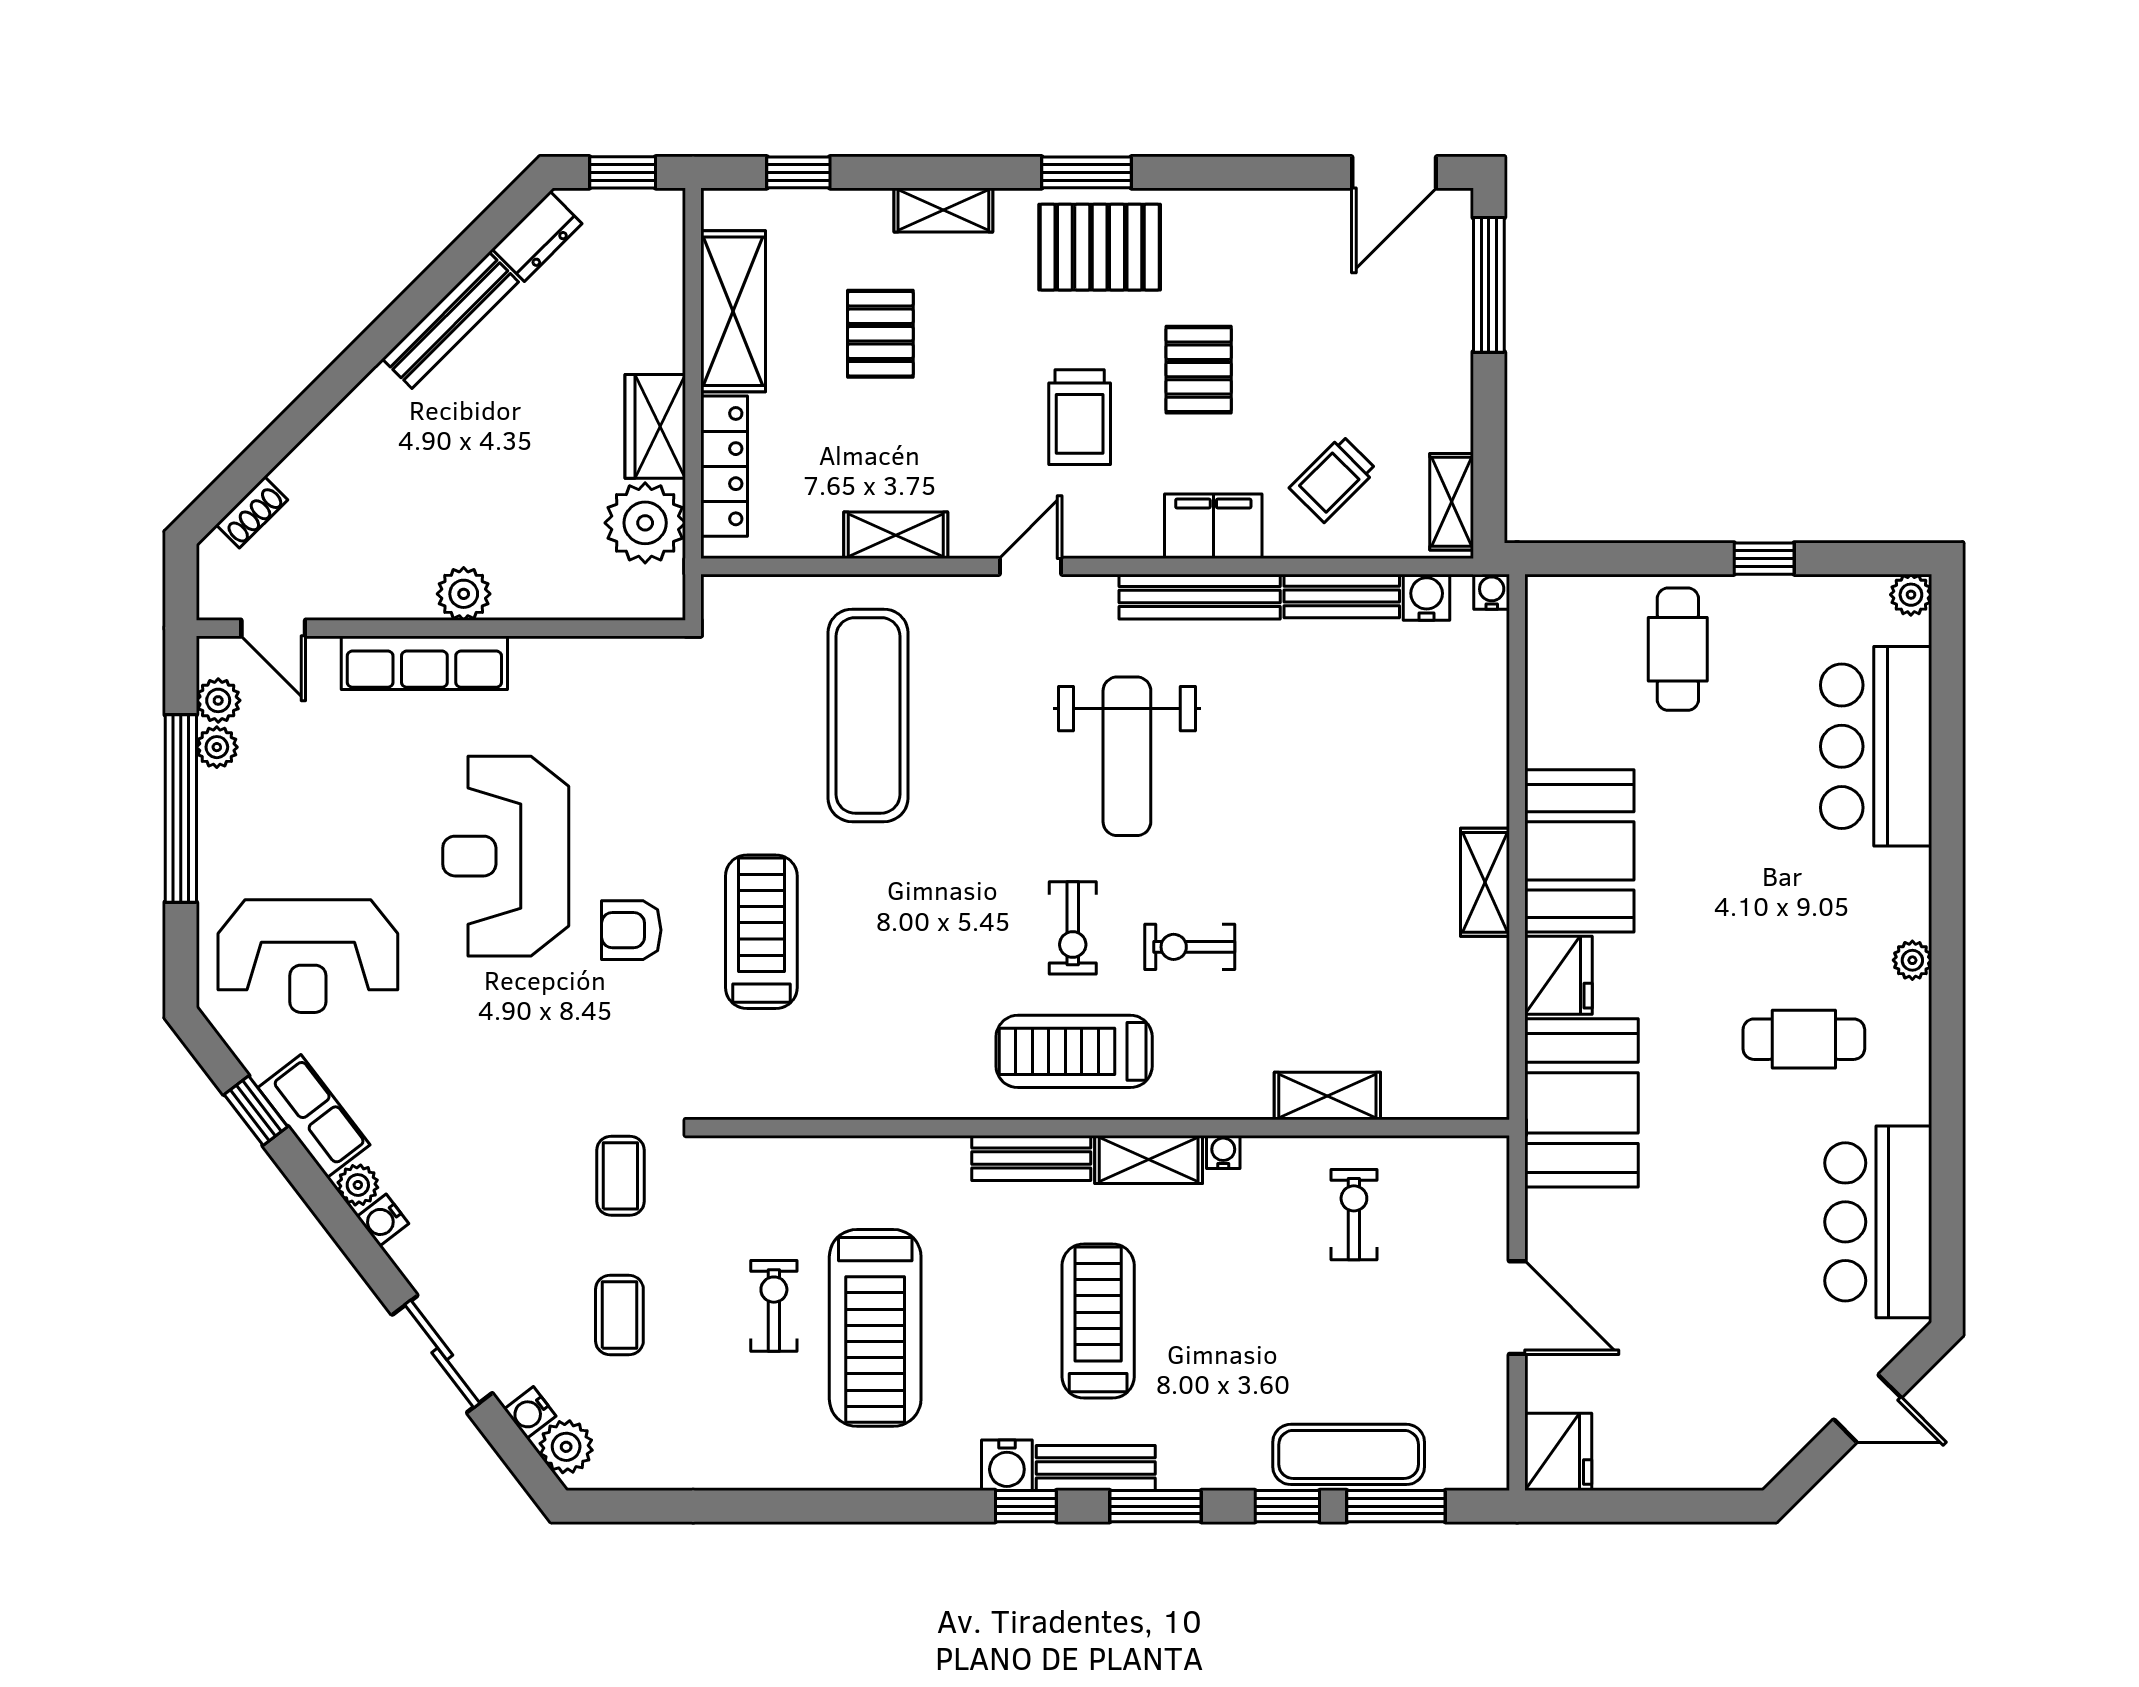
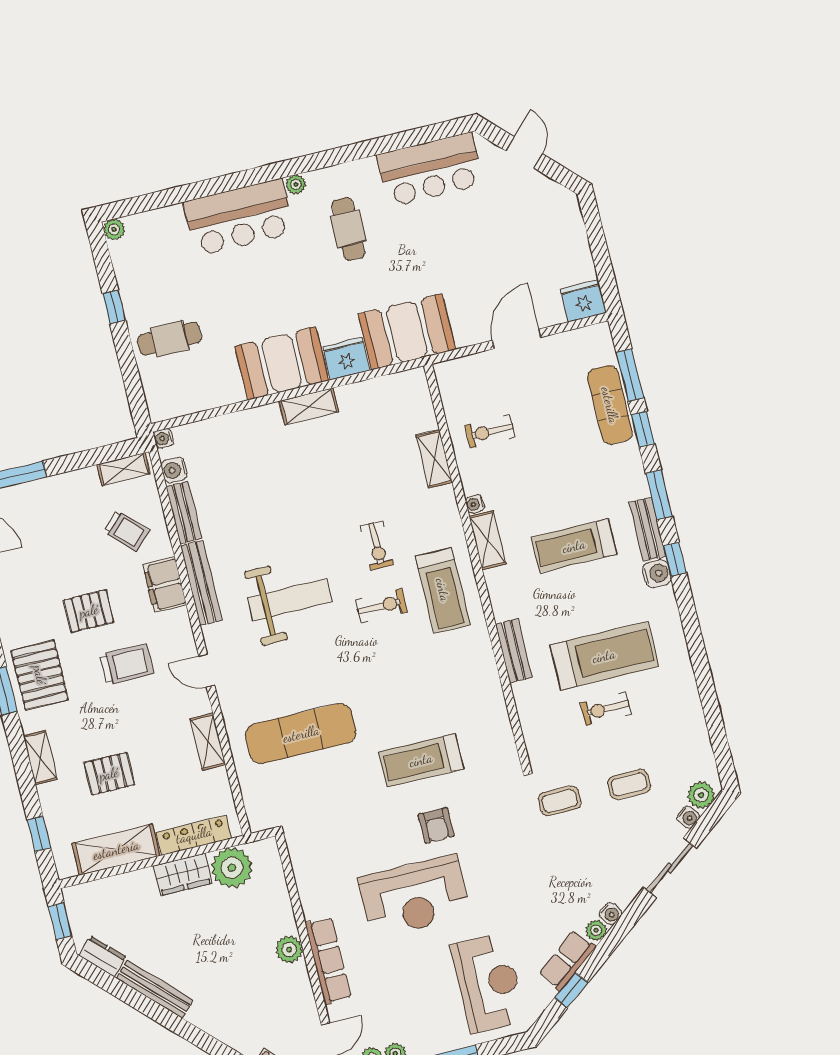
bar counter: (1876, 746) -> (239, 217), moved
bench: (1031, 1158) -> (514, 651), moved

